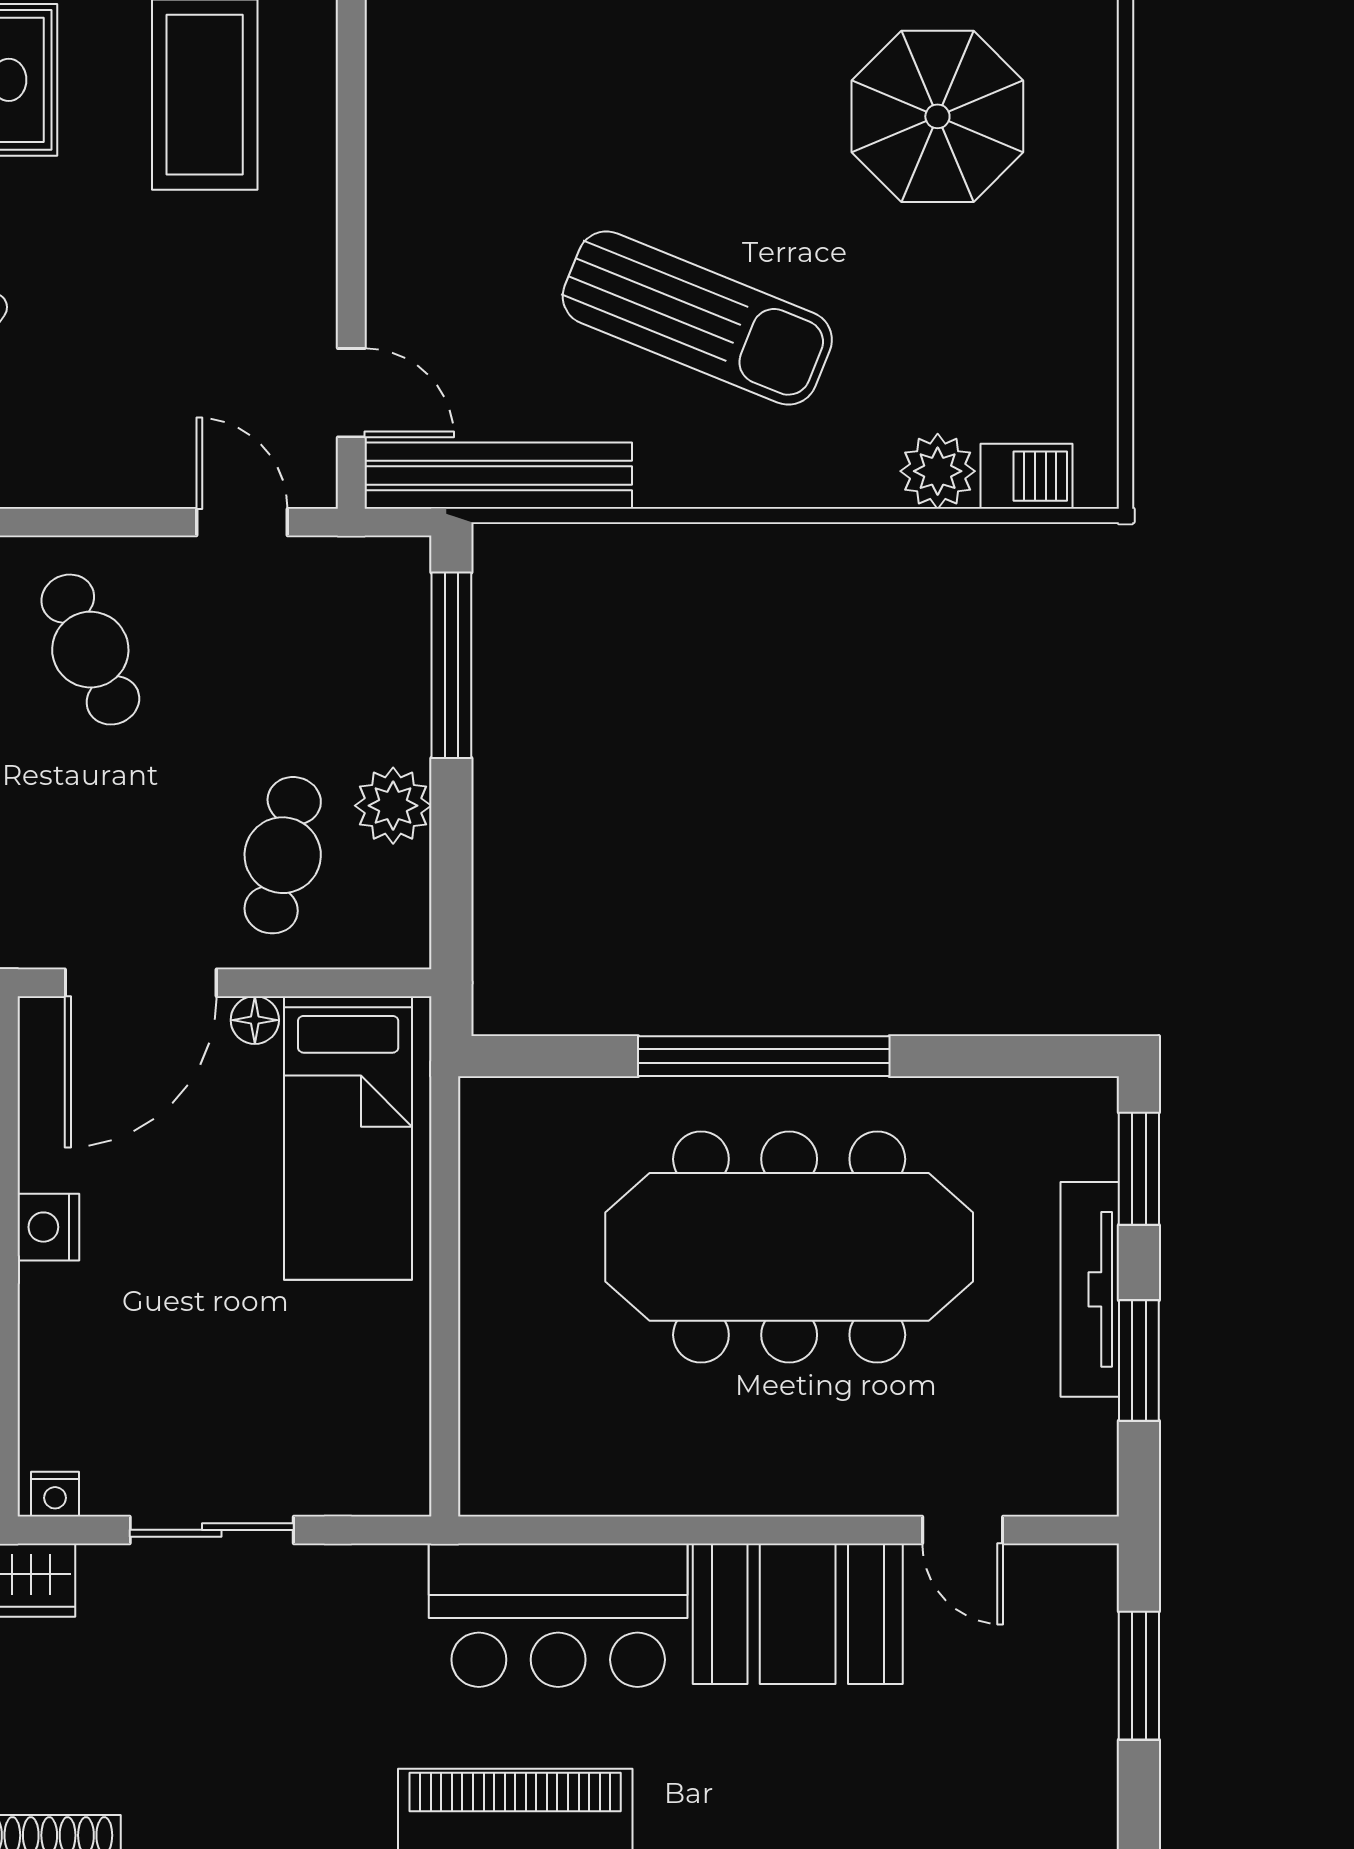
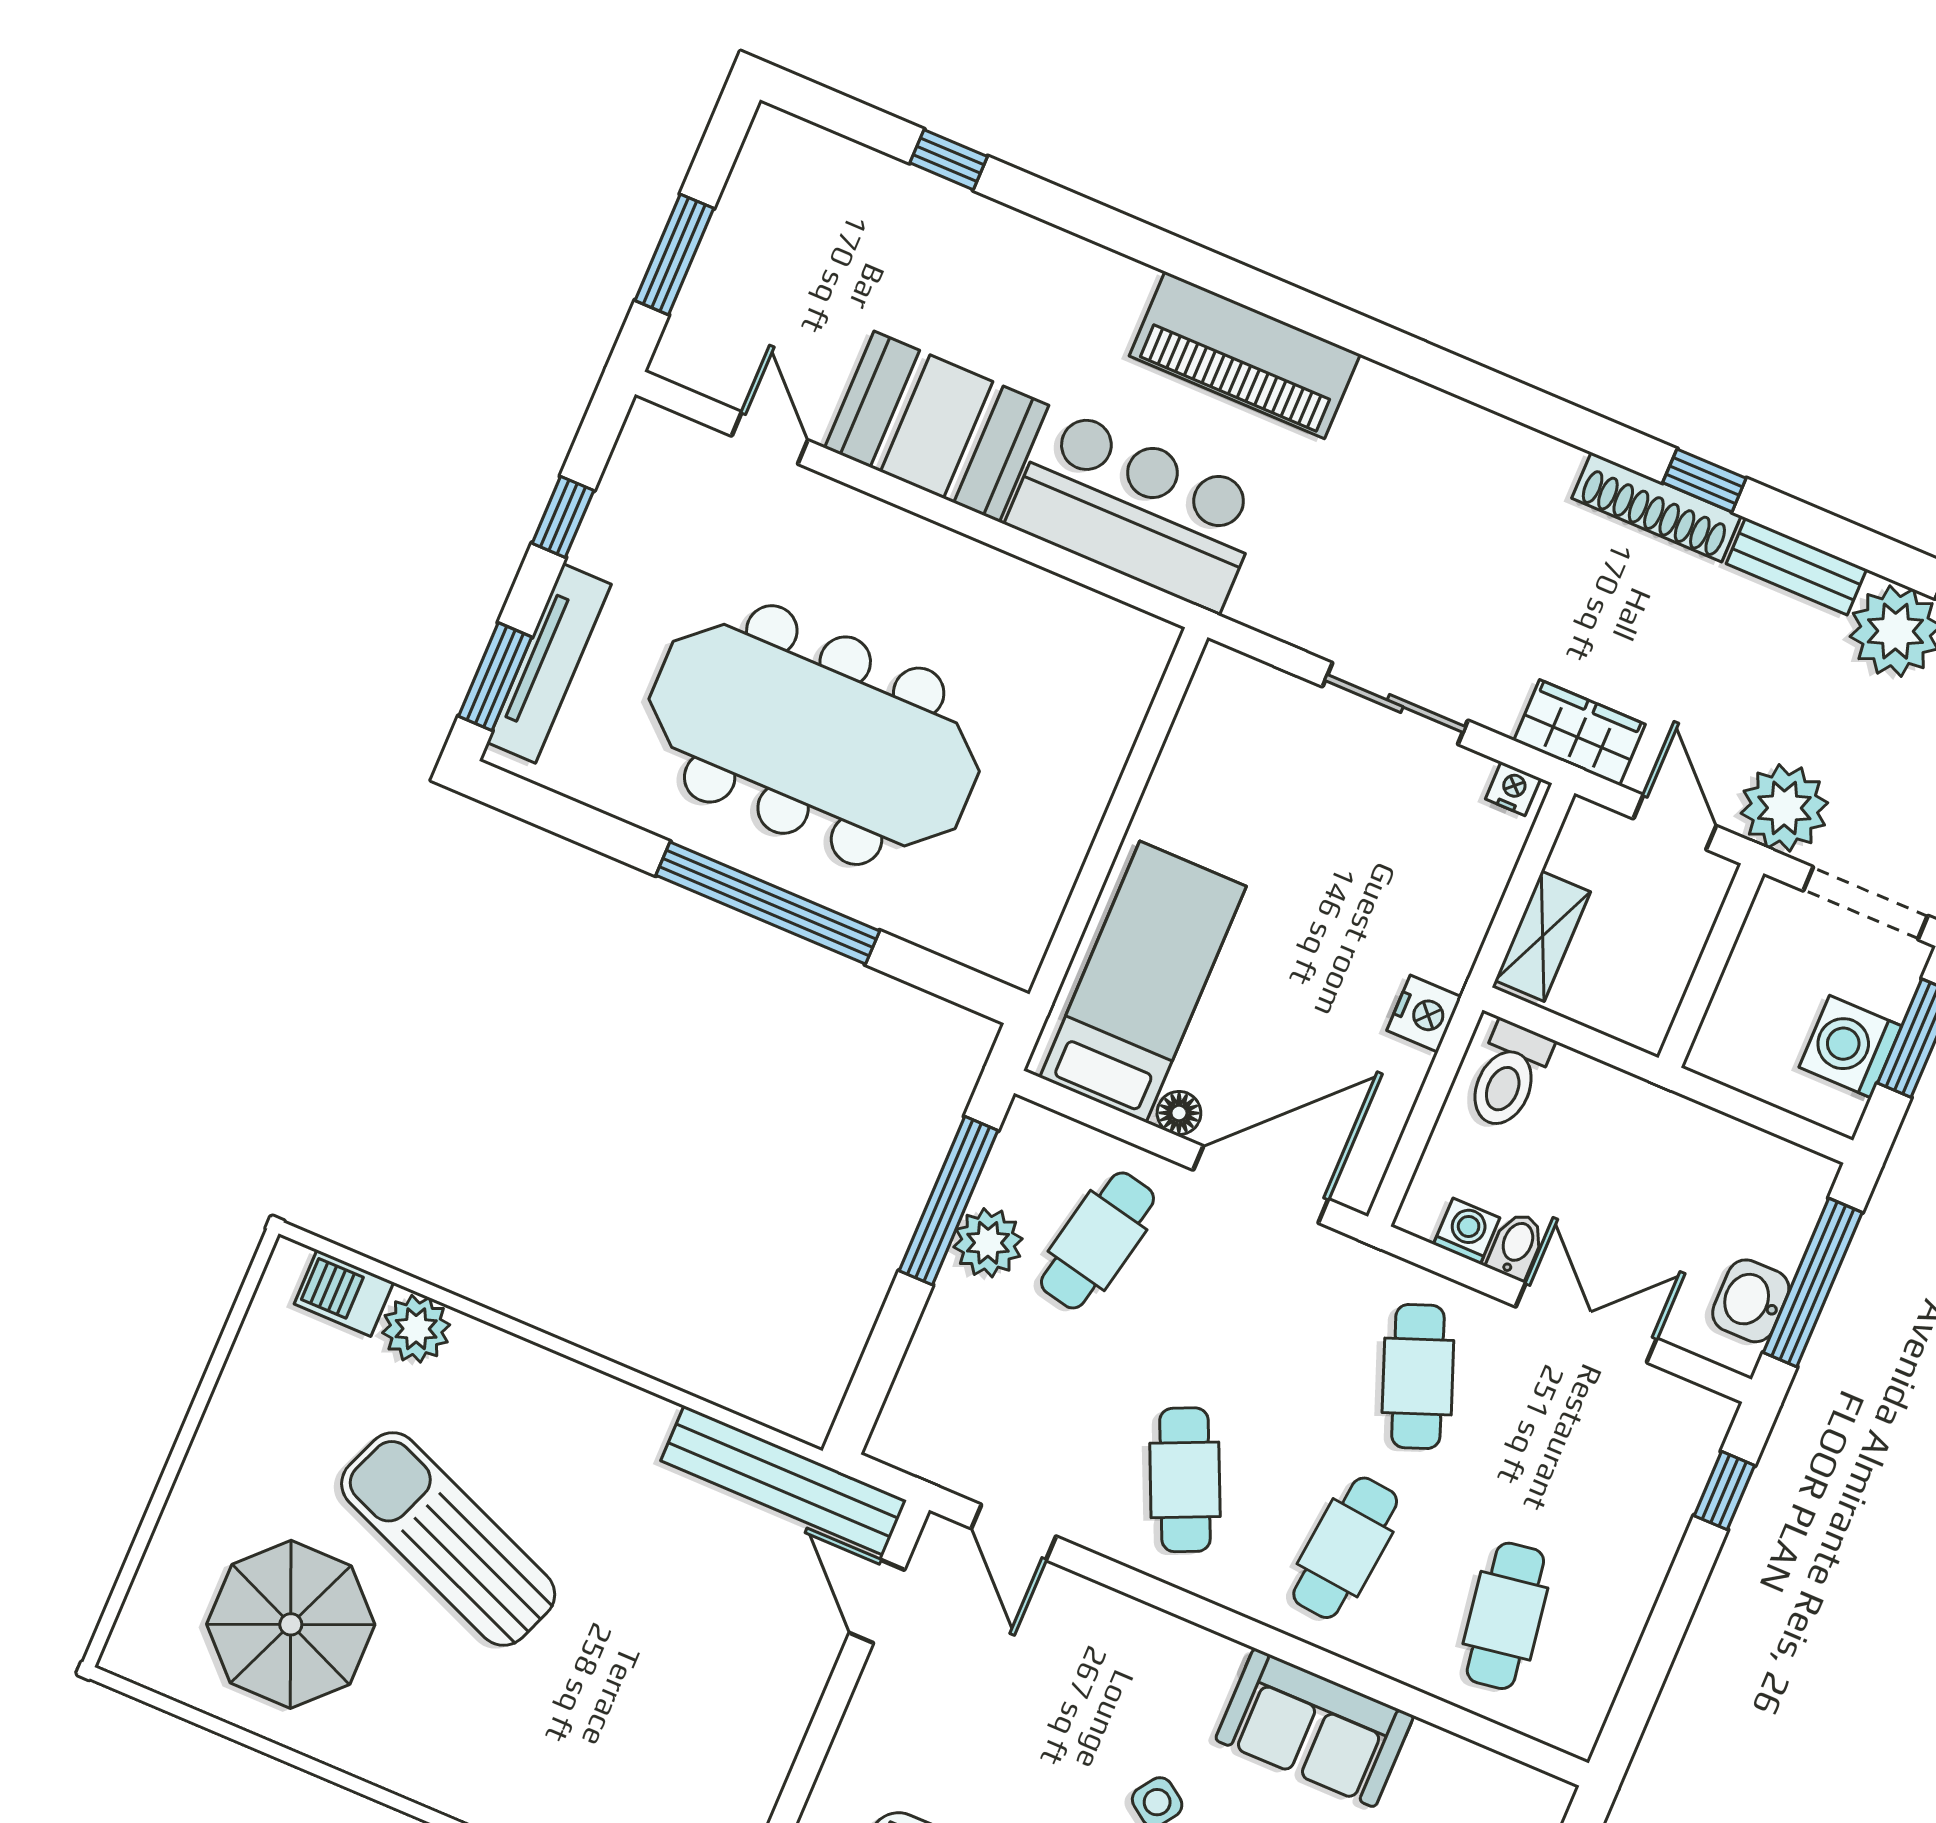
sun lounger: (697, 318) -> (448, 1539), moved
window: (451, 665) -> (949, 1201), moved
tv unit: (1090, 1289) -> (549, 663), moved
window: (1139, 1361) -> (563, 517), width x0.67

